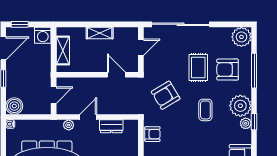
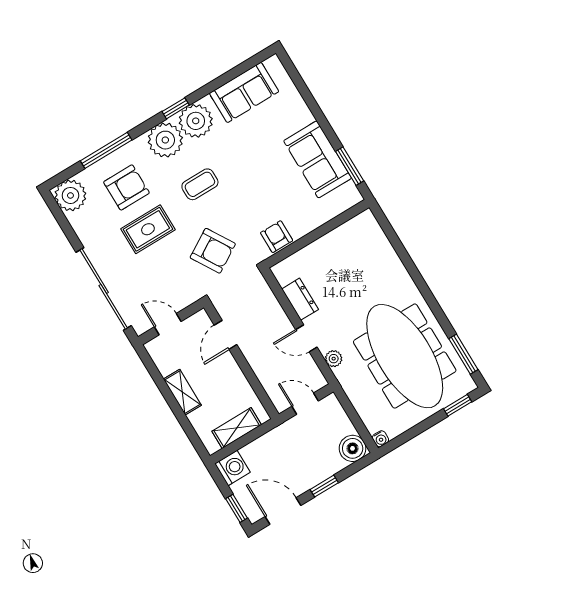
armchair: (228, 70) -> (126, 187), turned -90
plant: (246, 123) -> (196, 121), width x1.88, depth x1.88

